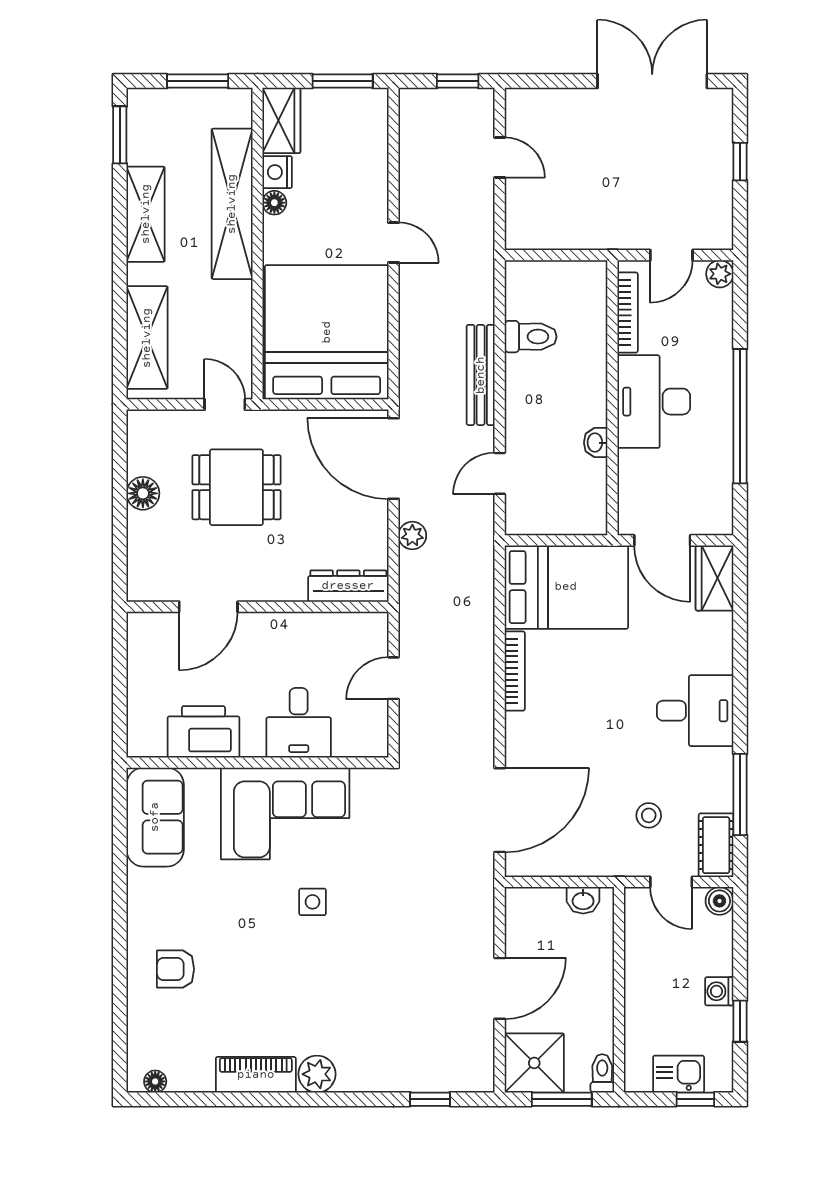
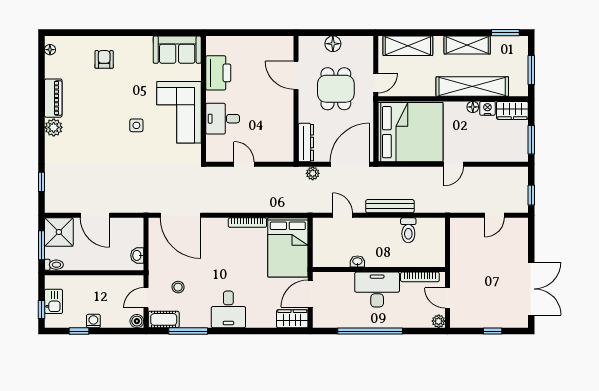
dresser: (348, 586) -> (306, 143), moved
door: (208, 607) -> (296, 75), moved
wall: (257, 607) -> (296, 99), moved

